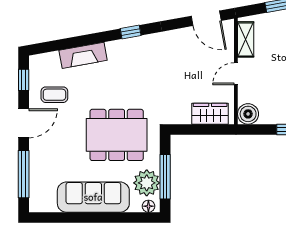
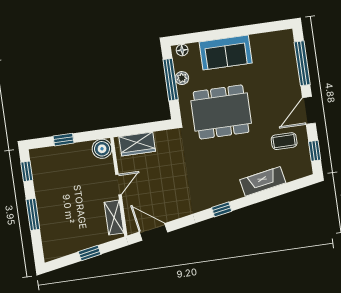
plant: (147, 183) -> (182, 78), width x0.53, depth x0.53
sofa: (93, 197) -> (226, 53), width x0.73

